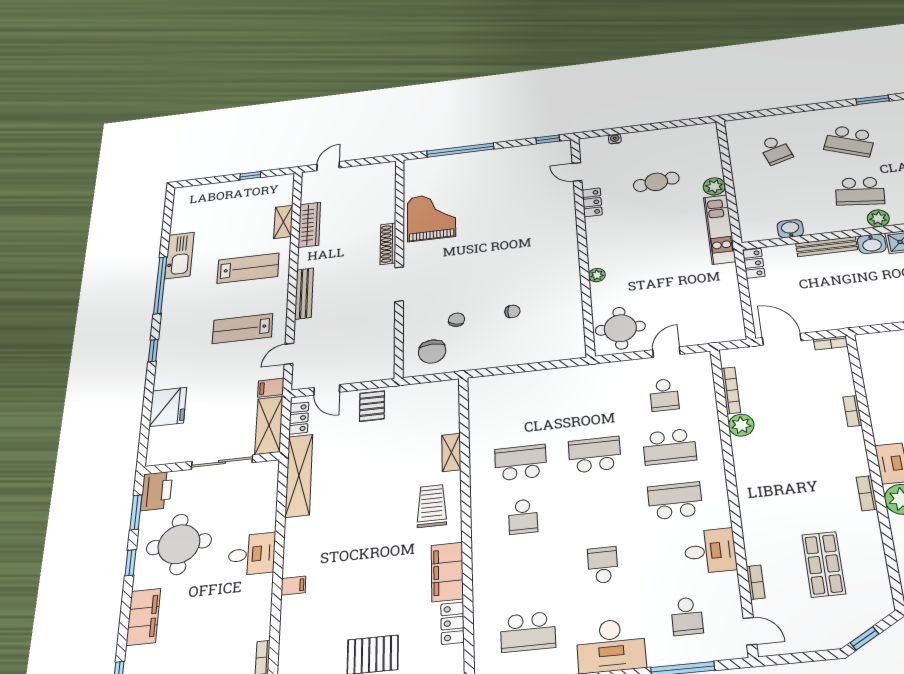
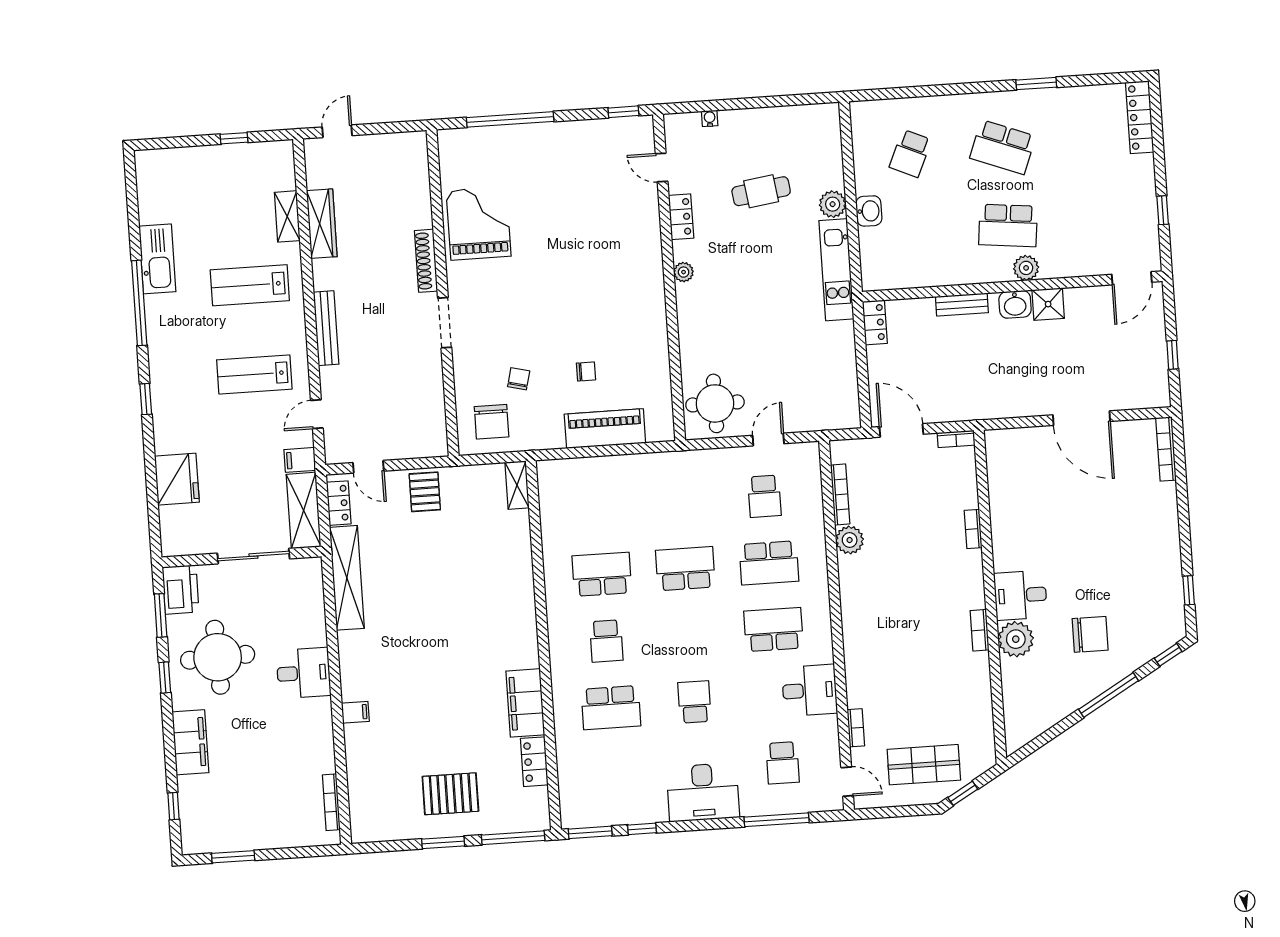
school desk: (775, 150) -> (910, 153), turned 42
washbasin: (790, 229) -> (869, 211), moved, turned 90
bench: (827, 247) -> (962, 305), width x0.73
lab bench: (248, 268) -> (250, 285), turned 180
plant: (597, 275) -> (684, 272), moved
piano: (527, 351) -> (605, 429), added
shelving: (451, 452) -> (517, 485), moved
trolley: (432, 506) -> (503, 623), removed
shop shelf: (824, 564) -> (924, 765), moved, turned 90
school desk: (528, 632) -> (611, 708), moved

